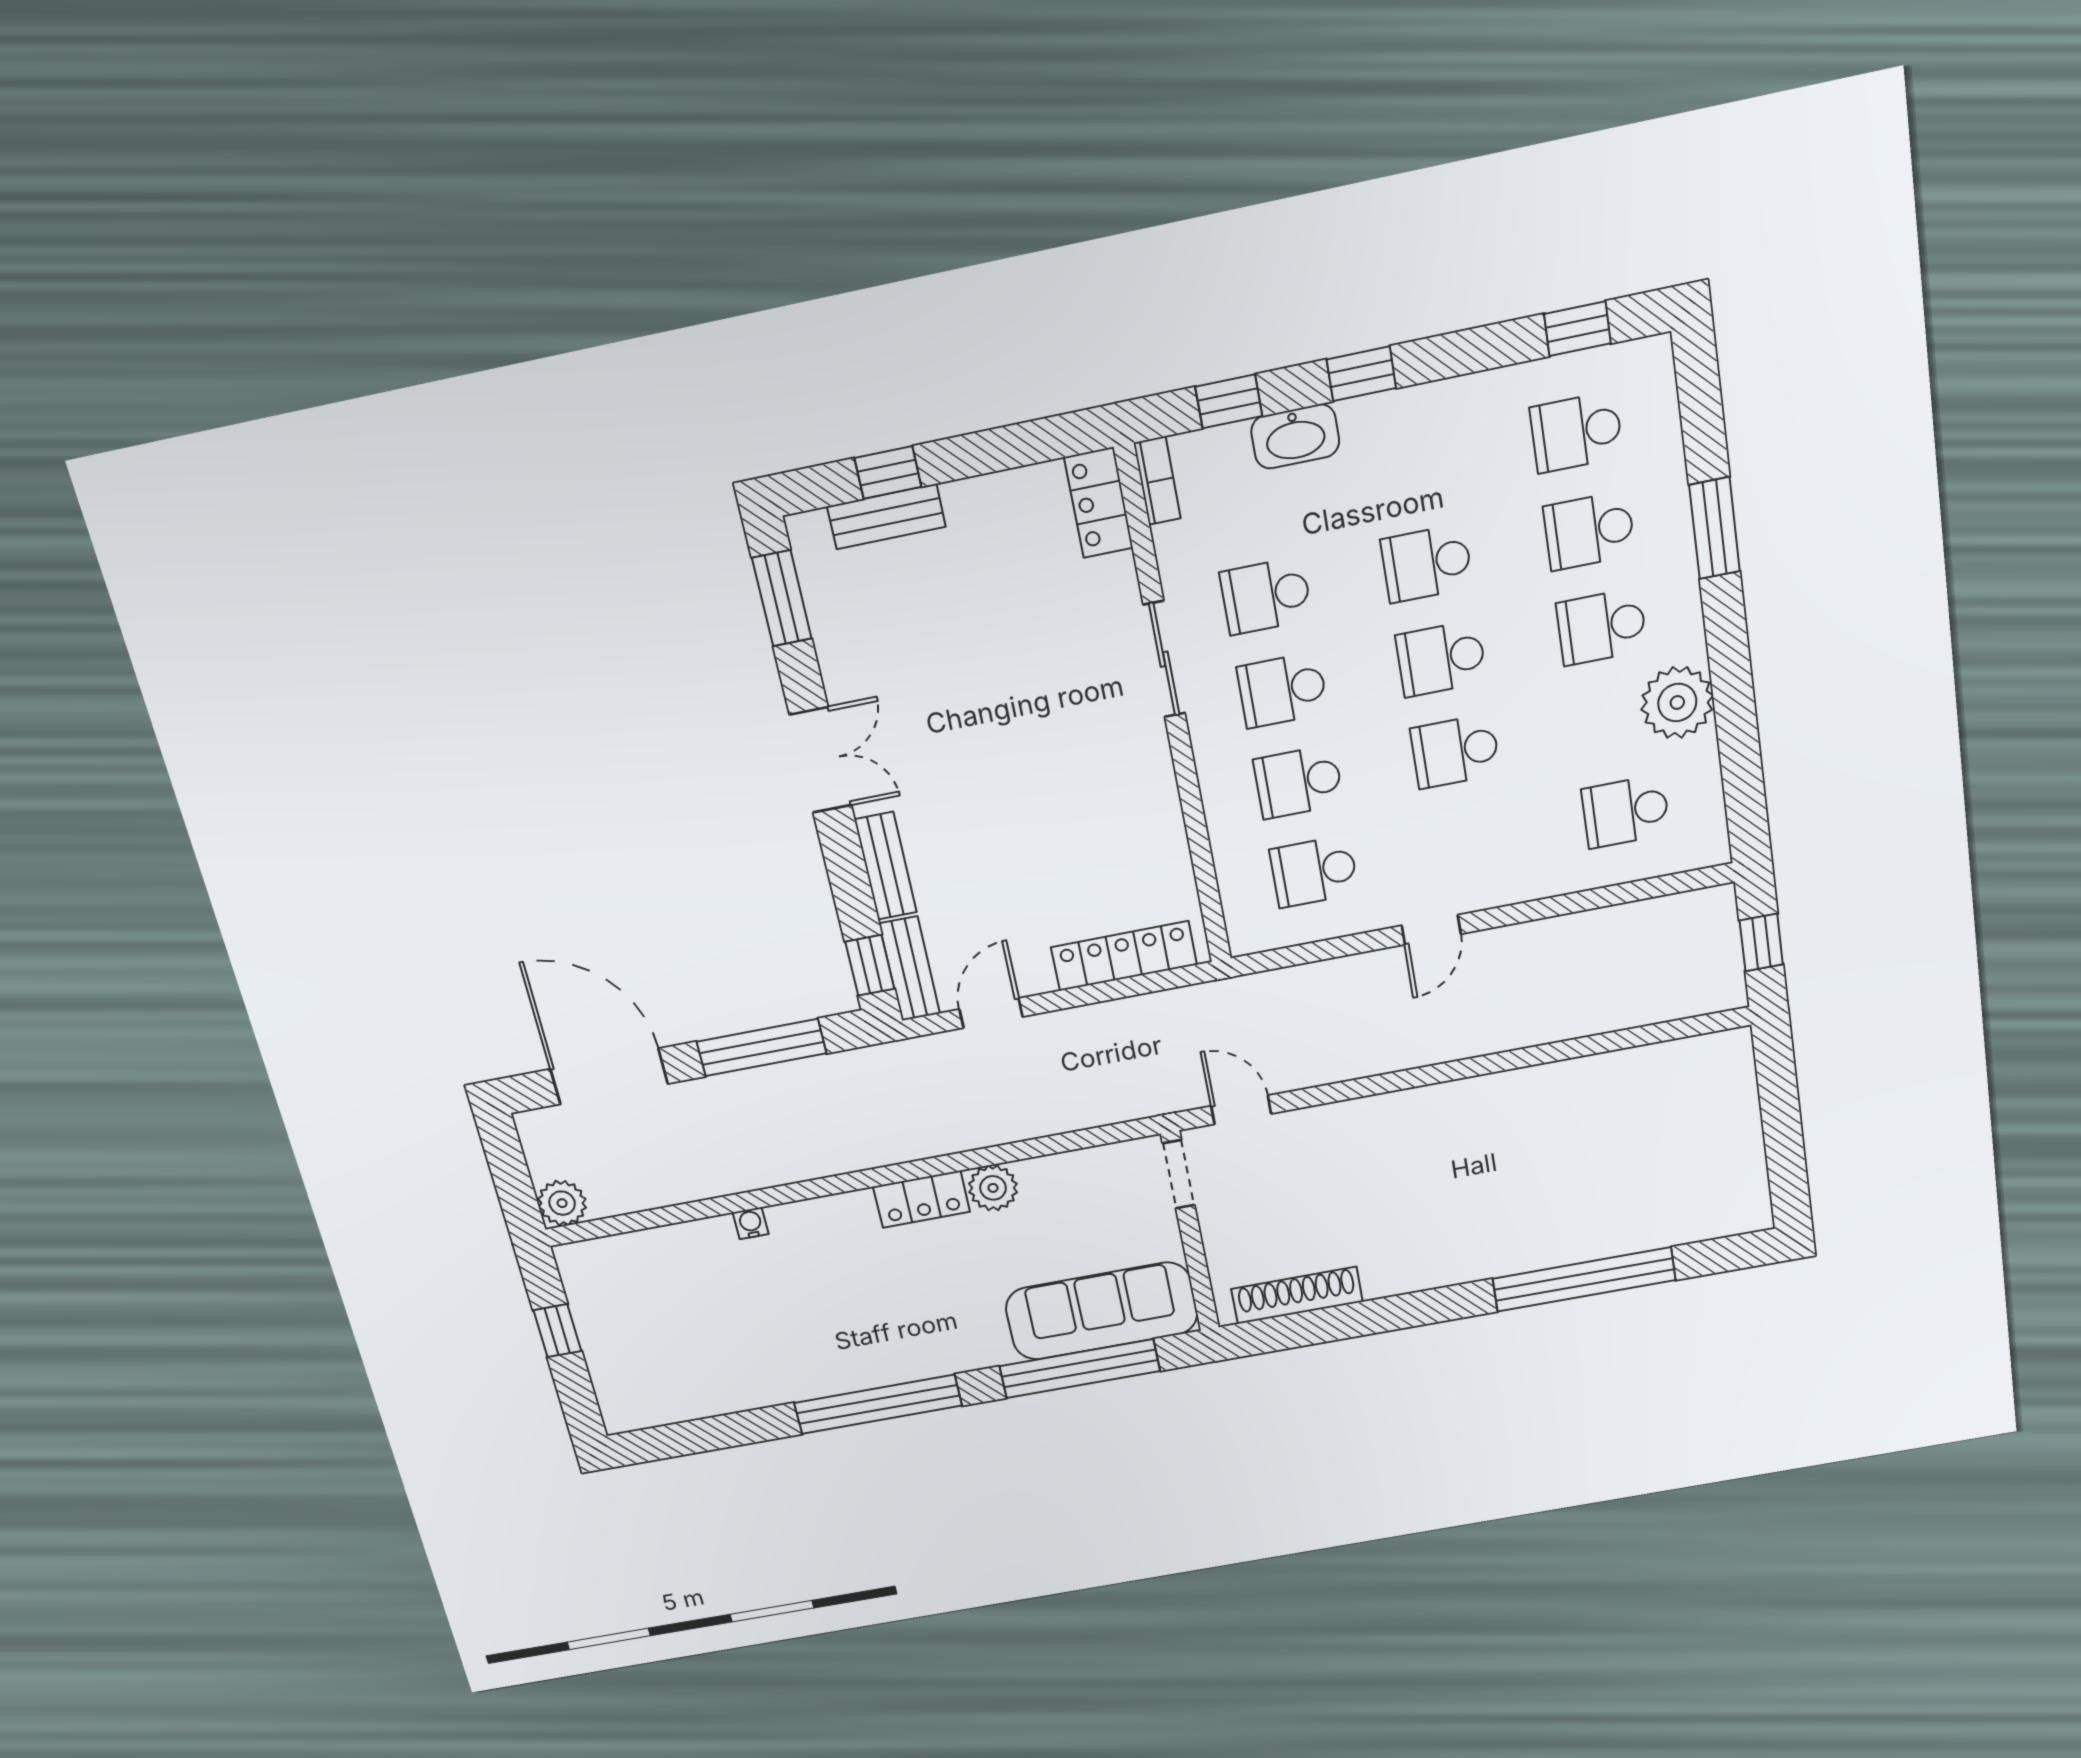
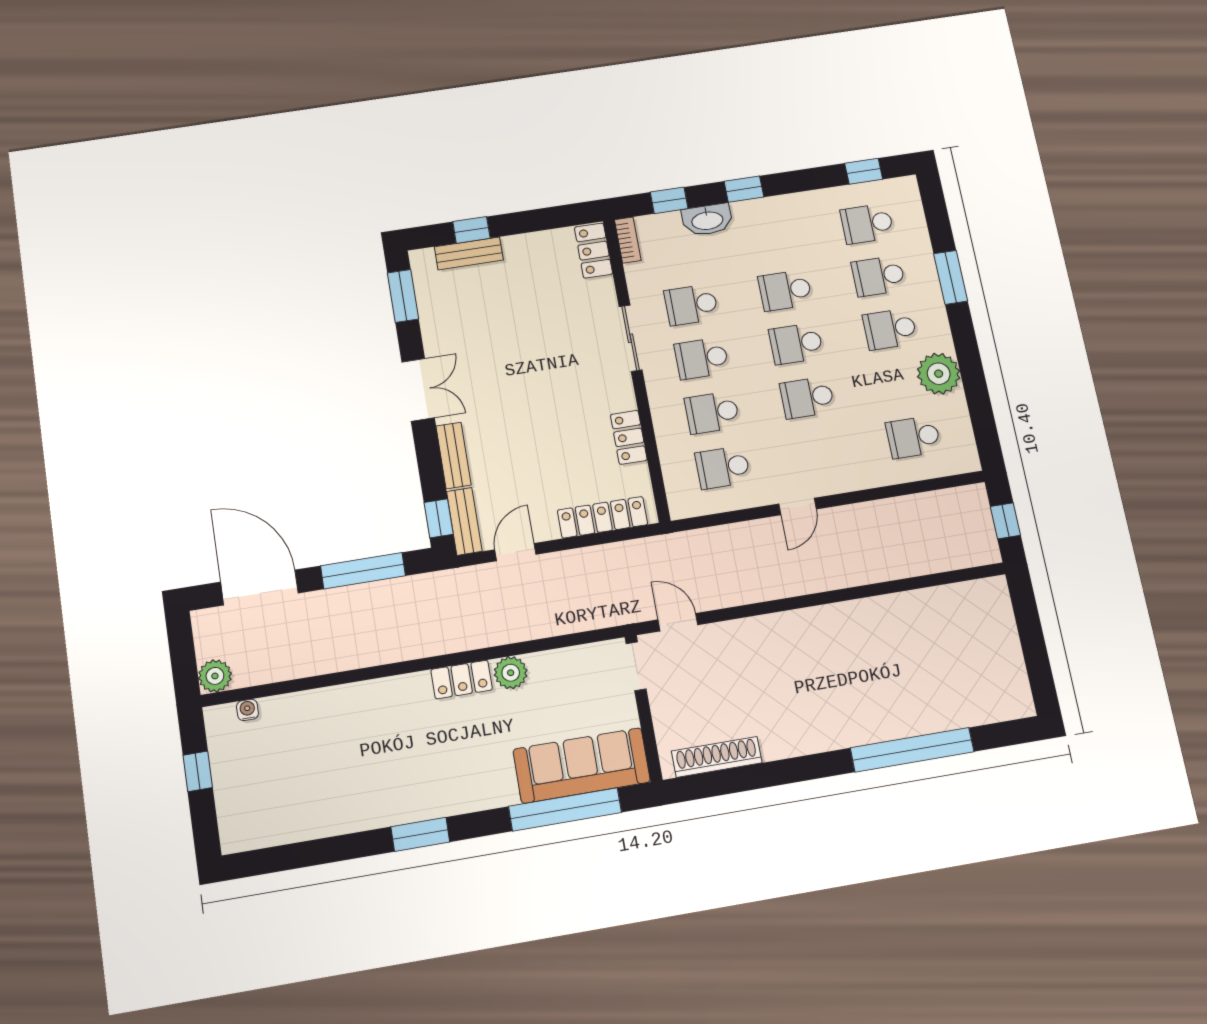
locker: (1163, 827) -> (629, 437), added
water cooler: (751, 1223) -> (247, 710), moved
window: (878, 1404) -> (420, 834), width x0.47

